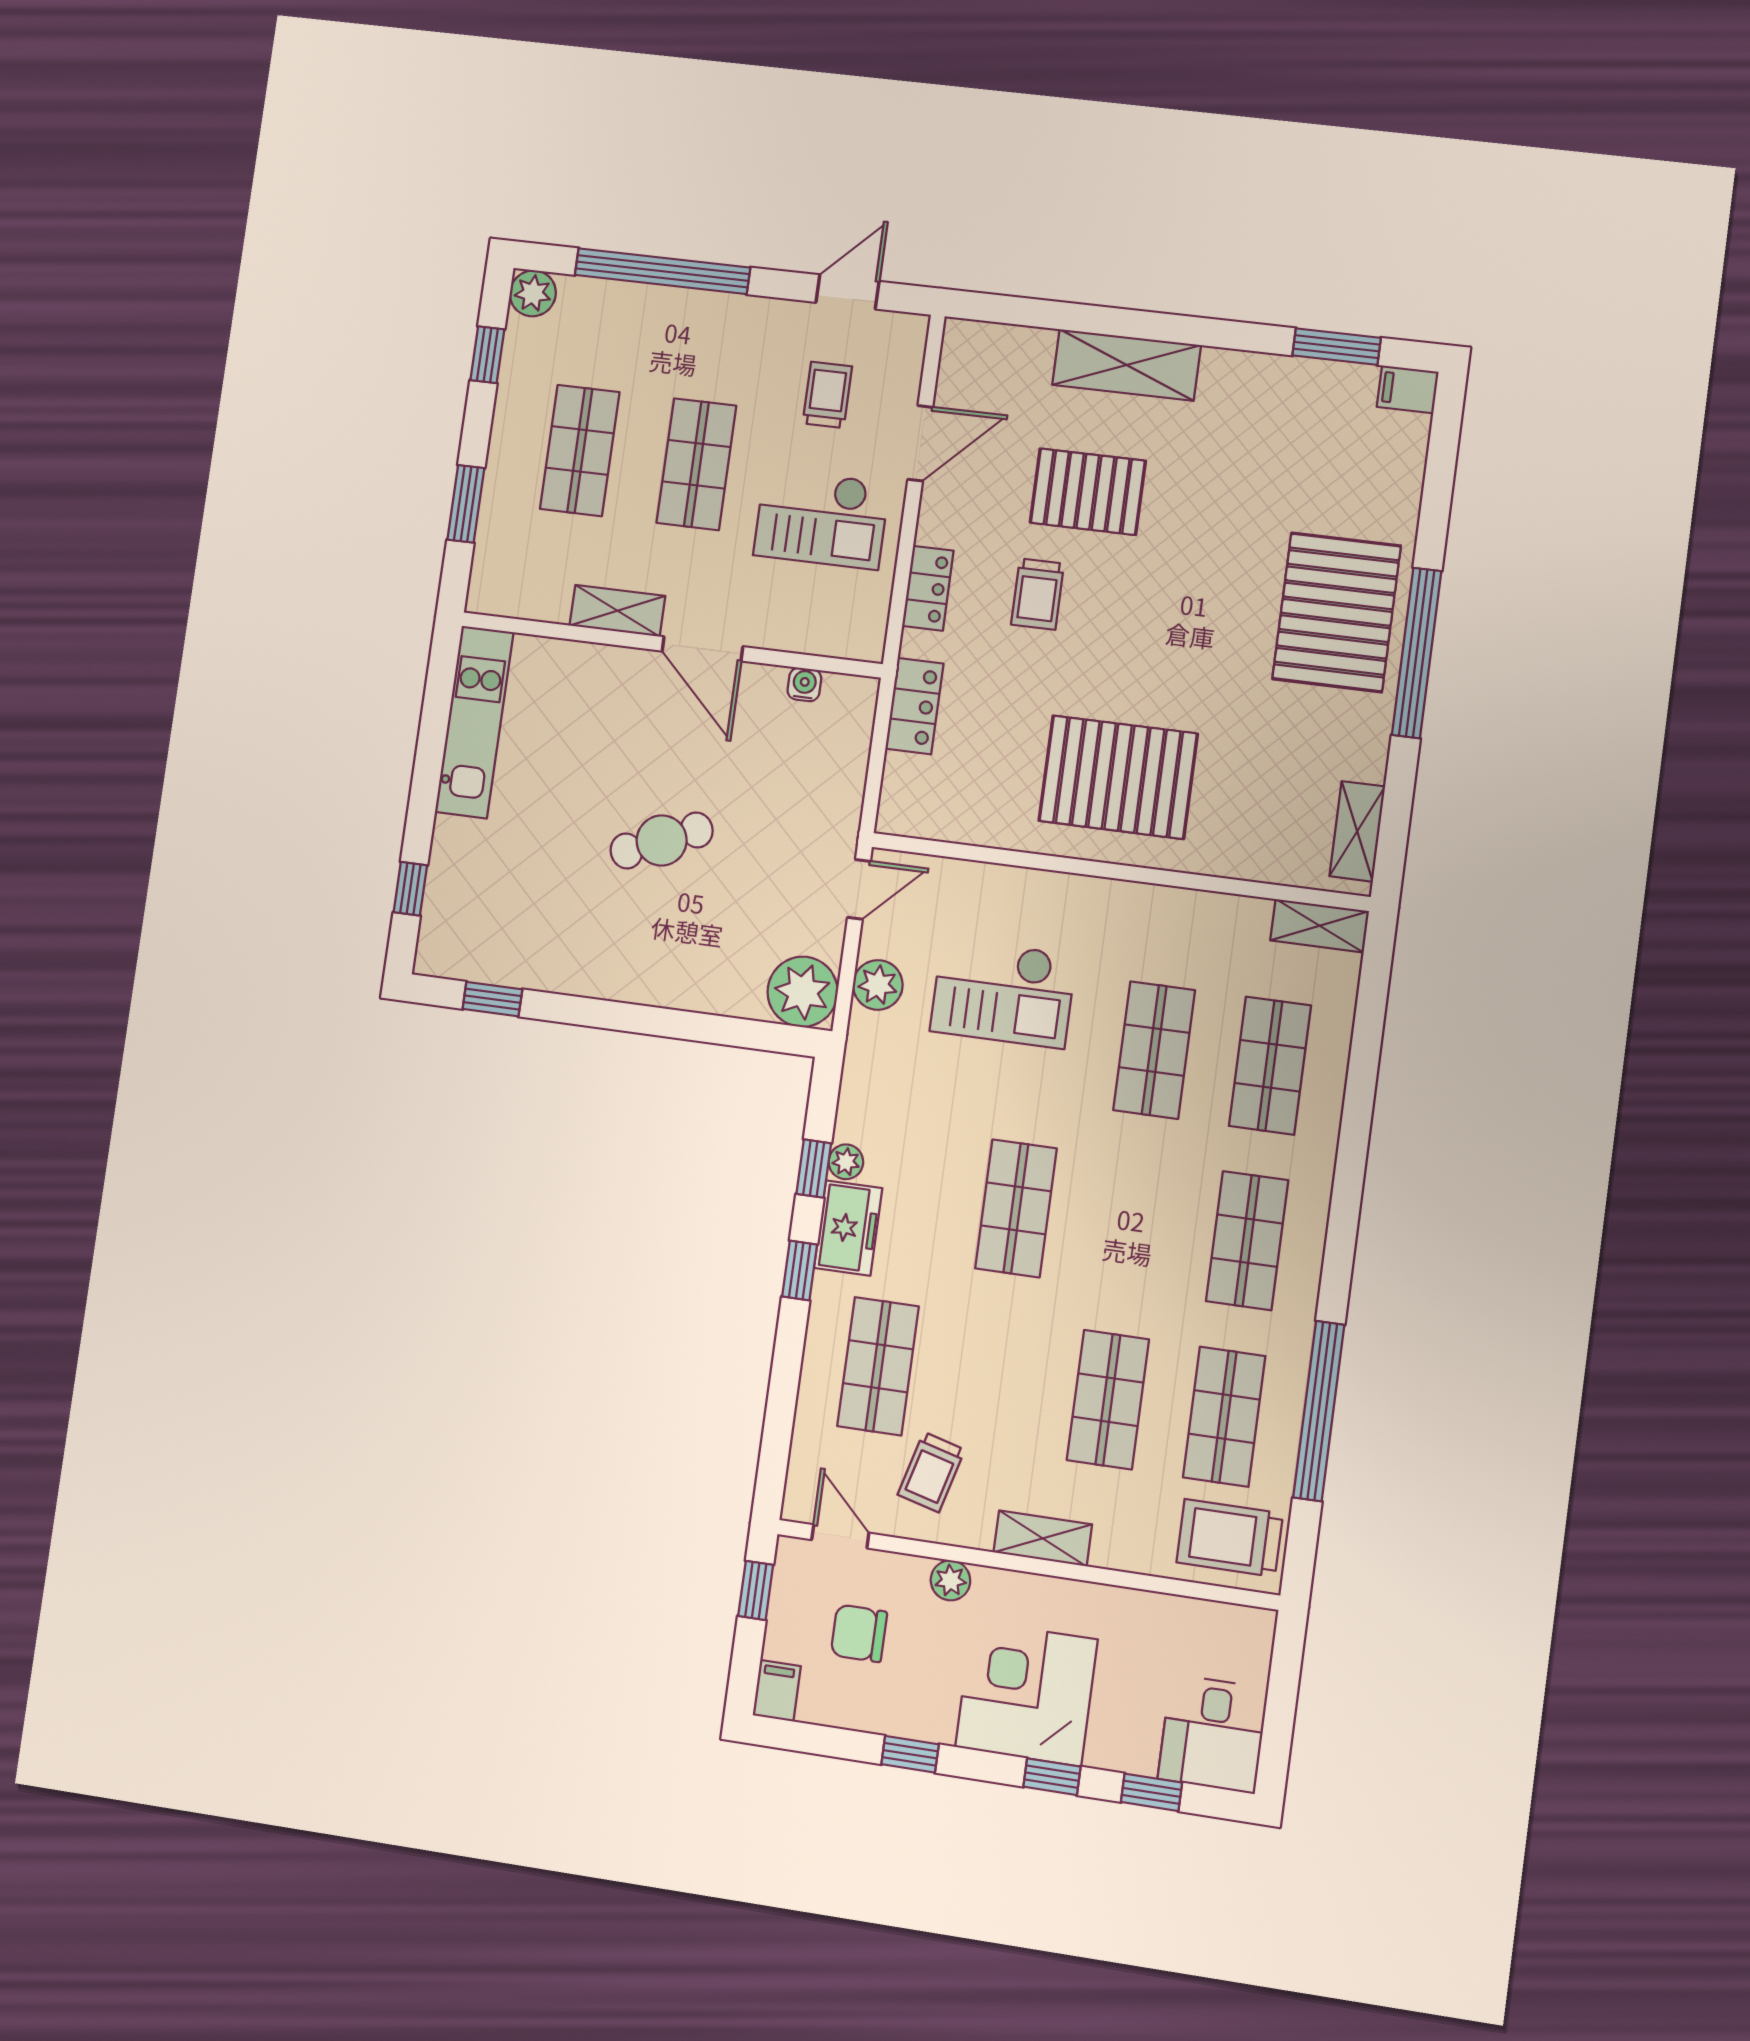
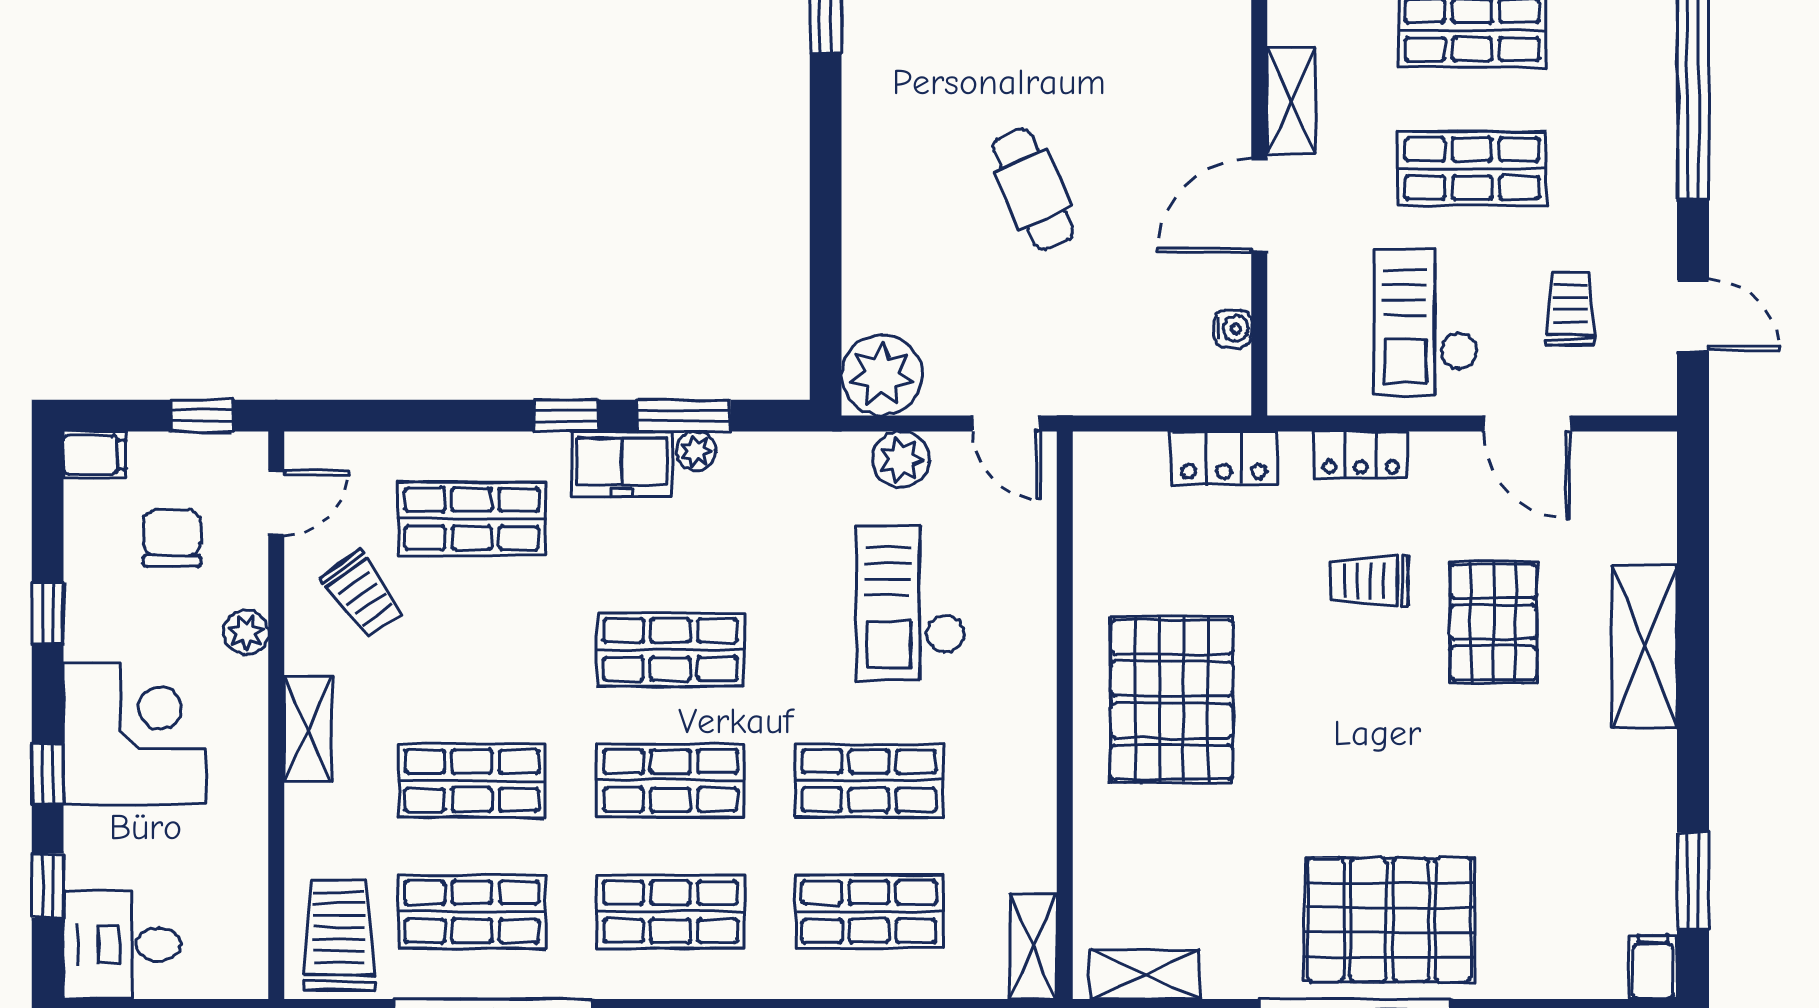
trolley: (827, 395) -> (1571, 309), turned -90
window: (814, 1169) -> (683, 416), width x1.50
shop shelf: (1131, 1224) -> (670, 781), added
trolley: (931, 1472) -> (363, 595), turned -141

